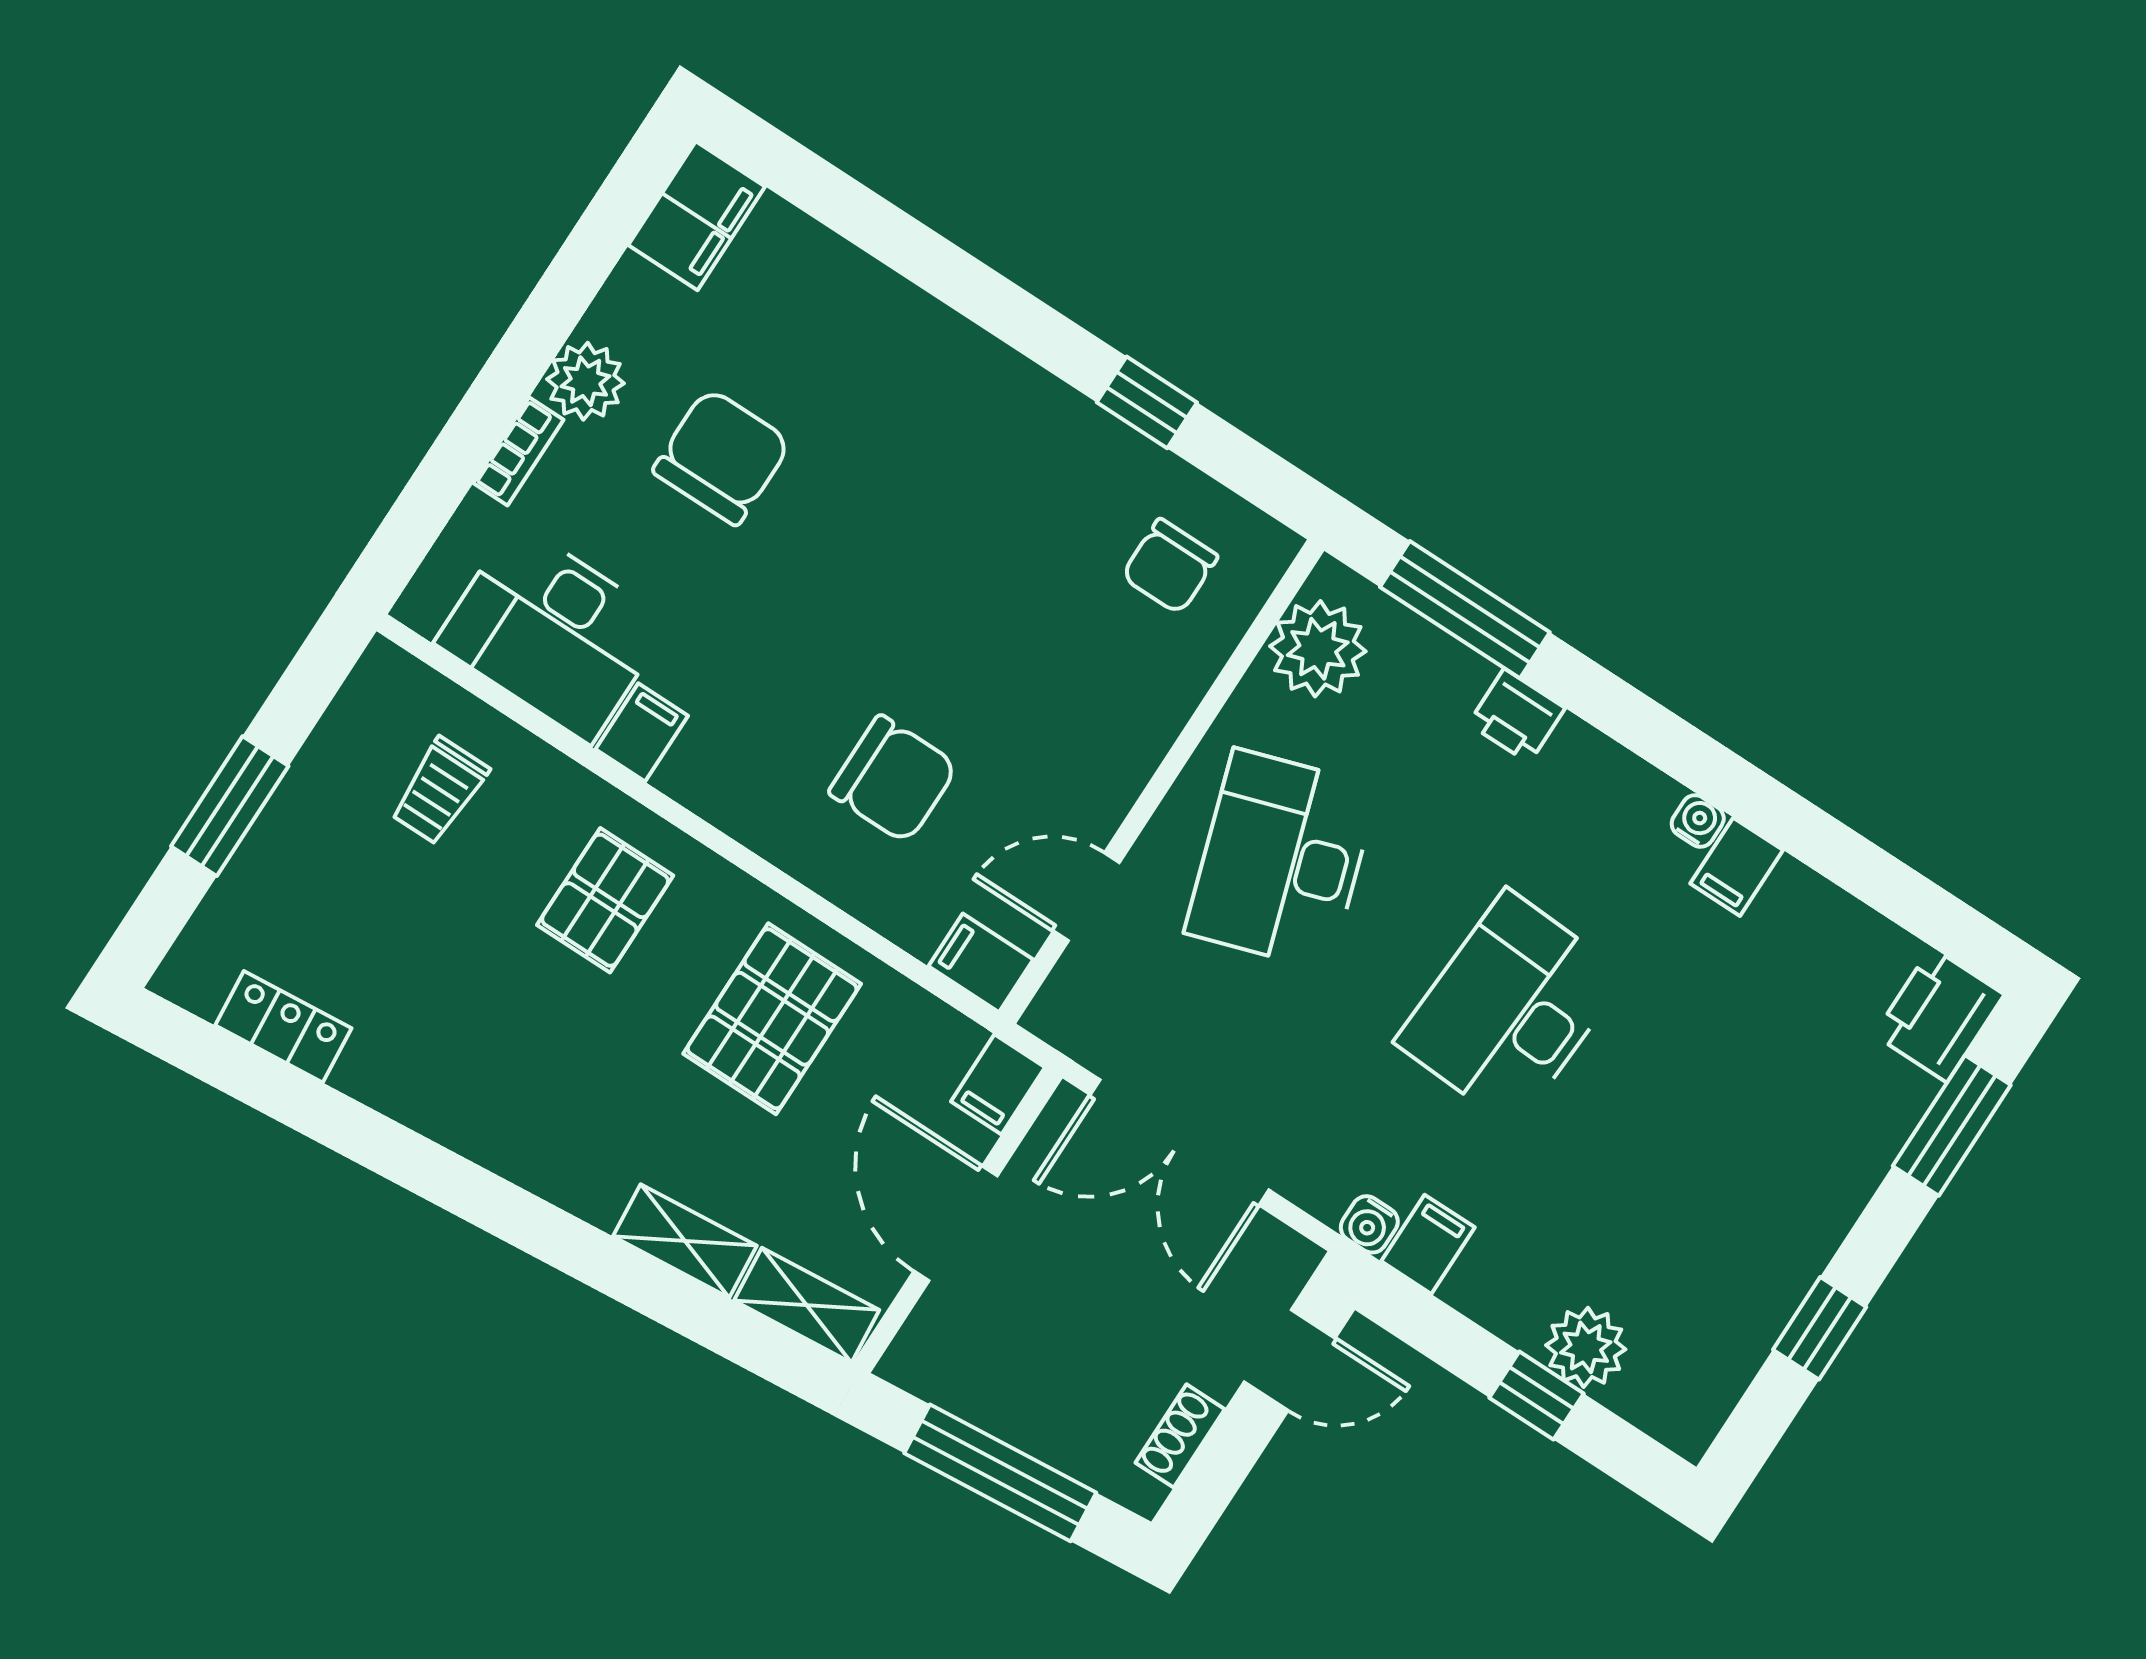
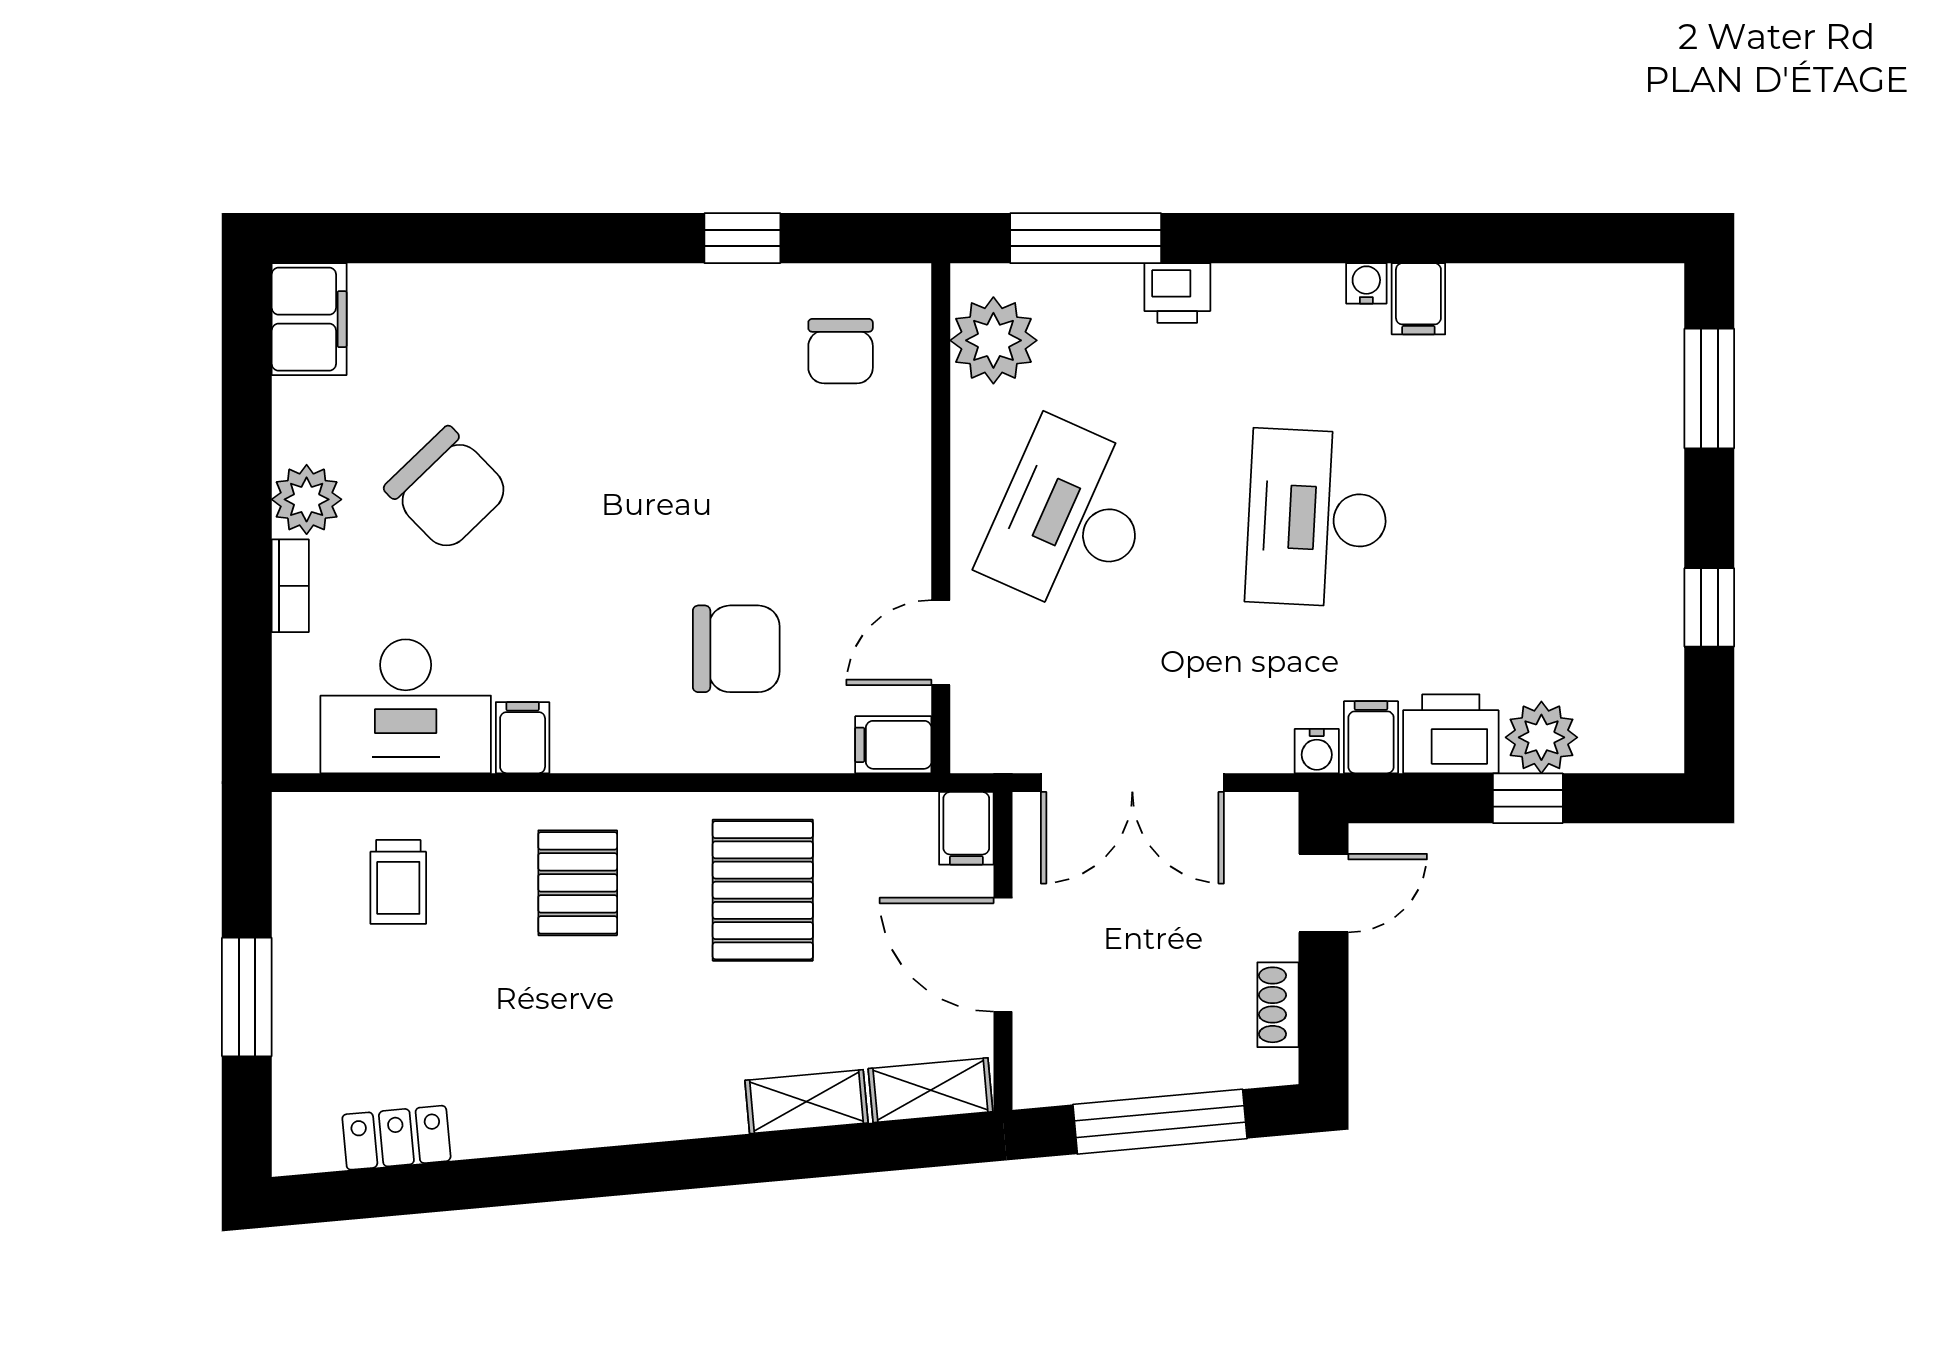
chair: (722, 457) -> (447, 489), turned 136
desk: (1282, 860) -> (1070, 518), turned 42
printer: (1939, 1015) -> (1451, 734), moved, turned 90

